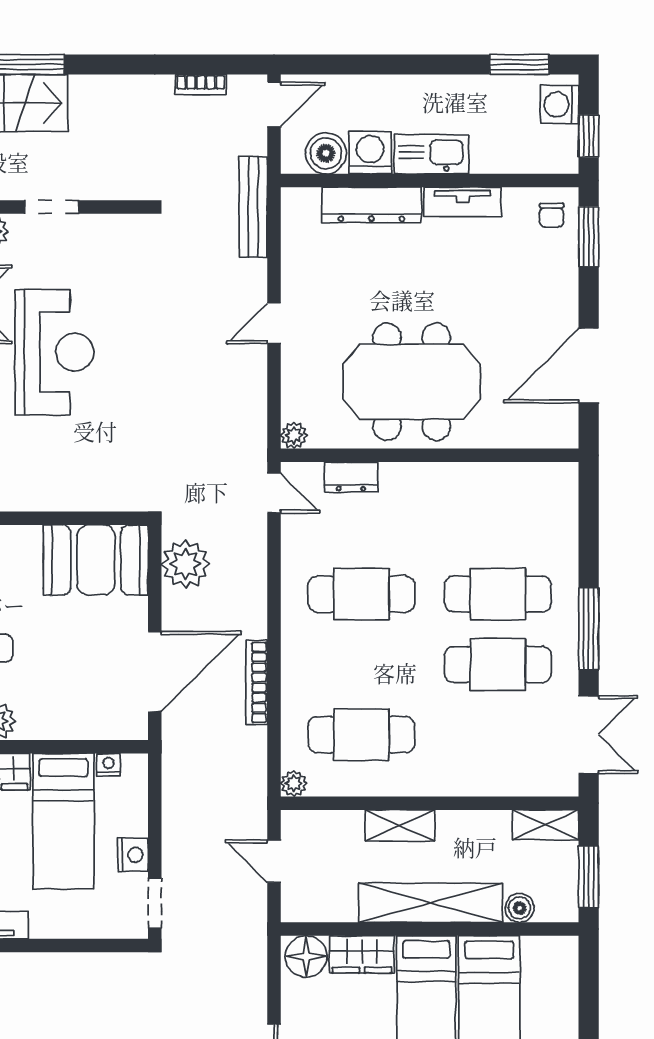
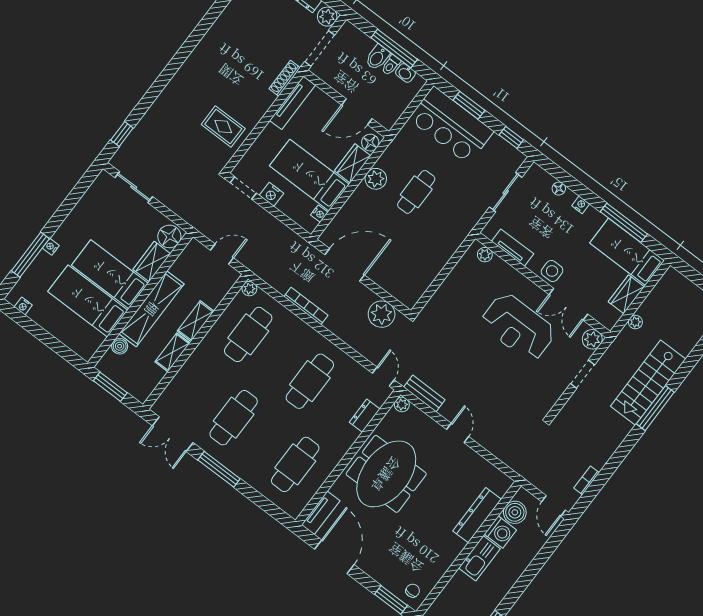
tv unit: (463, 202) -> (321, 513), moved, turned 180
bench: (253, 207) -> (424, 393), moved, width x0.73
chair: (552, 215) -> (413, 591), turned 90
door: (274, 493) -> (383, 377), swing flipped
booth: (96, 560) -> (413, 276), removed
cafe table: (498, 594) -> (295, 464), moved
door: (155, 672) -> (345, 265), swing flipped
shelving: (546, 825) -> (172, 352), moved
rug: (88, 999) -> (223, 127), added

